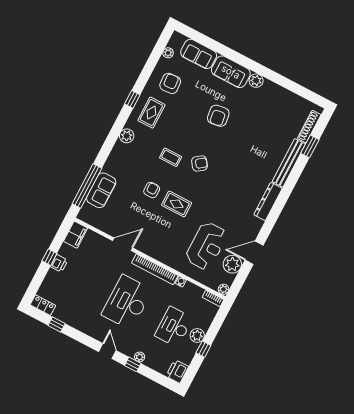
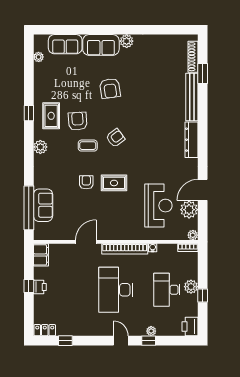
armchair: (170, 83) -> (78, 121), moved

